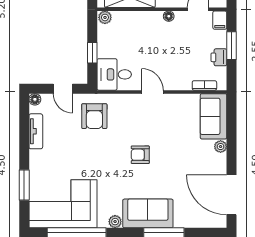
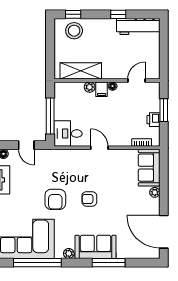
plant: (105, 17) -> (90, 87), moved
filing cabinet: (220, 20) -> (102, 89), moved
window: (92, 53) -> (50, 116), width x2.17
armchair: (94, 116) -> (55, 199), moved

